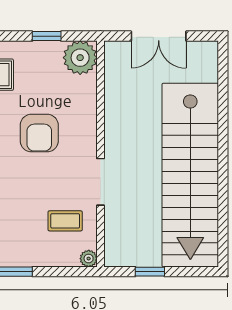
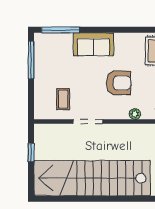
armchair: (39, 133) -> (119, 83), turned 180
plant: (89, 259) -> (135, 114), moved

